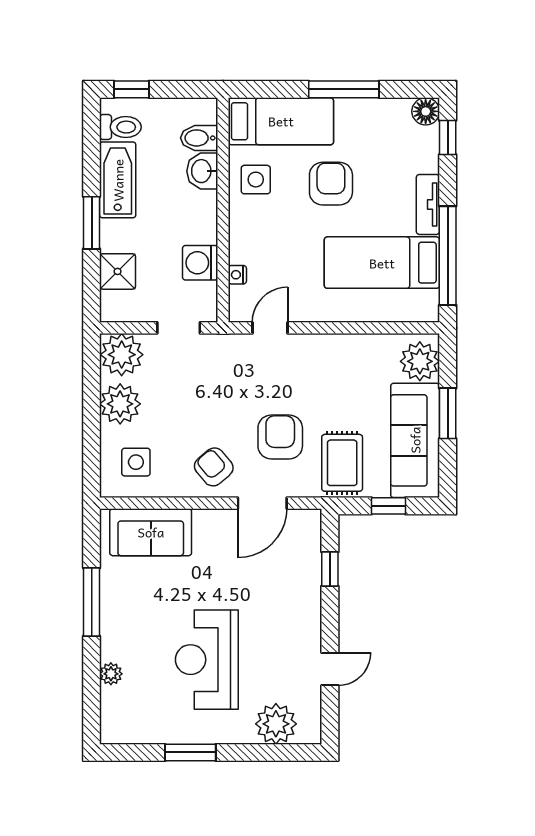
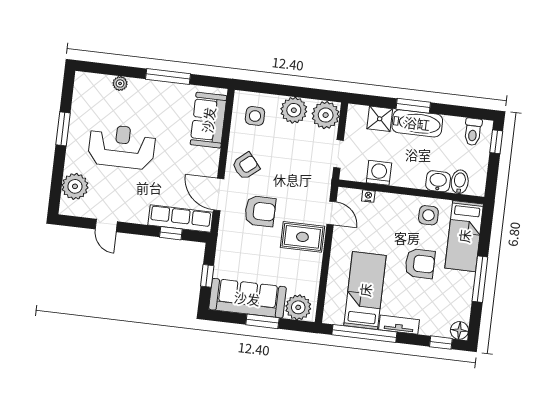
bathtub: (118, 180) -> (417, 123), moved
rug: (342, 463) -> (302, 237), moved
row of seats: (306, 557) -> (180, 219), added

